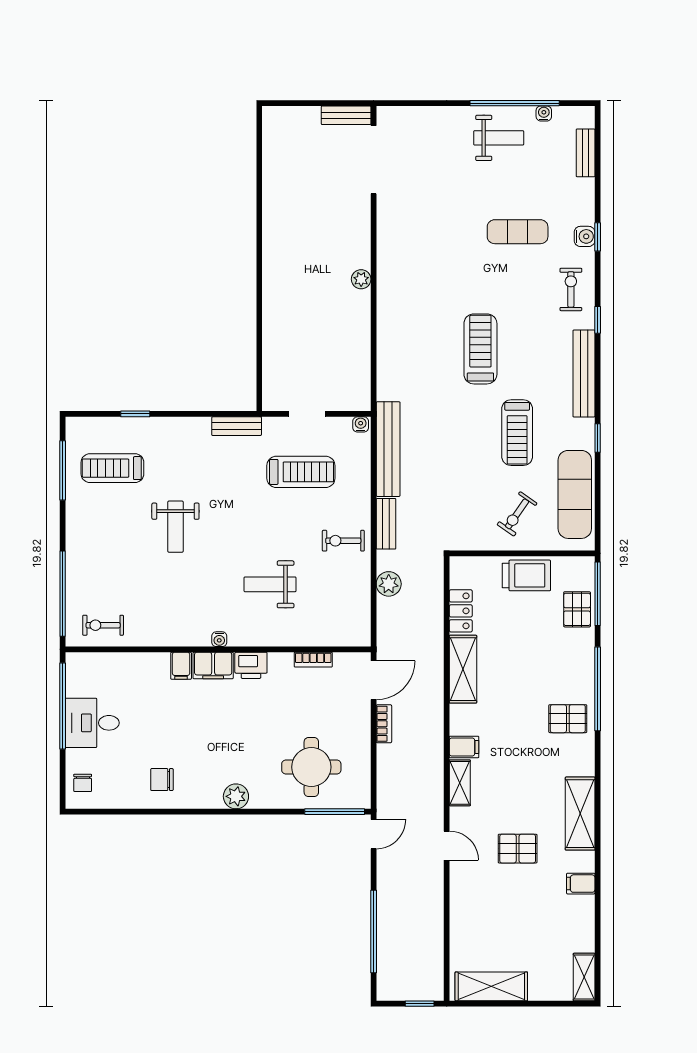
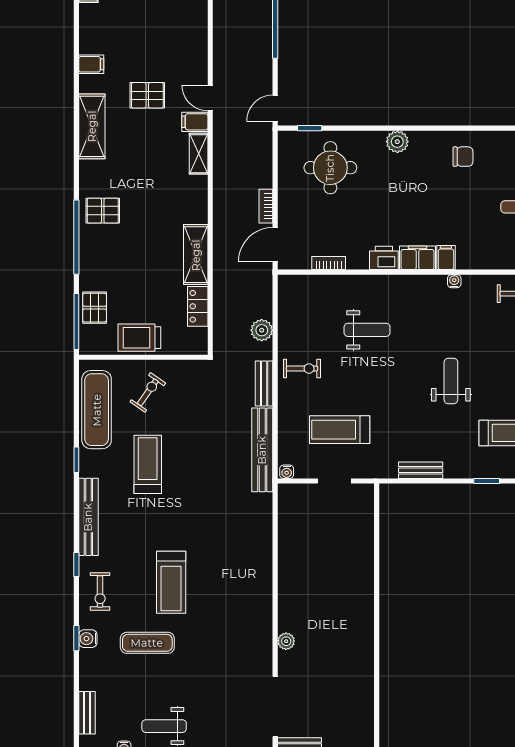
plant: (361, 279) -> (286, 641), moved
treadmill: (480, 349) -> (171, 582), moved
bench: (237, 426) -> (421, 470), moved
water cooler: (219, 639) -> (454, 281), moved
filing cabinet: (464, 747) -> (195, 122), moved
window: (335, 812) -> (310, 128), width x0.46

